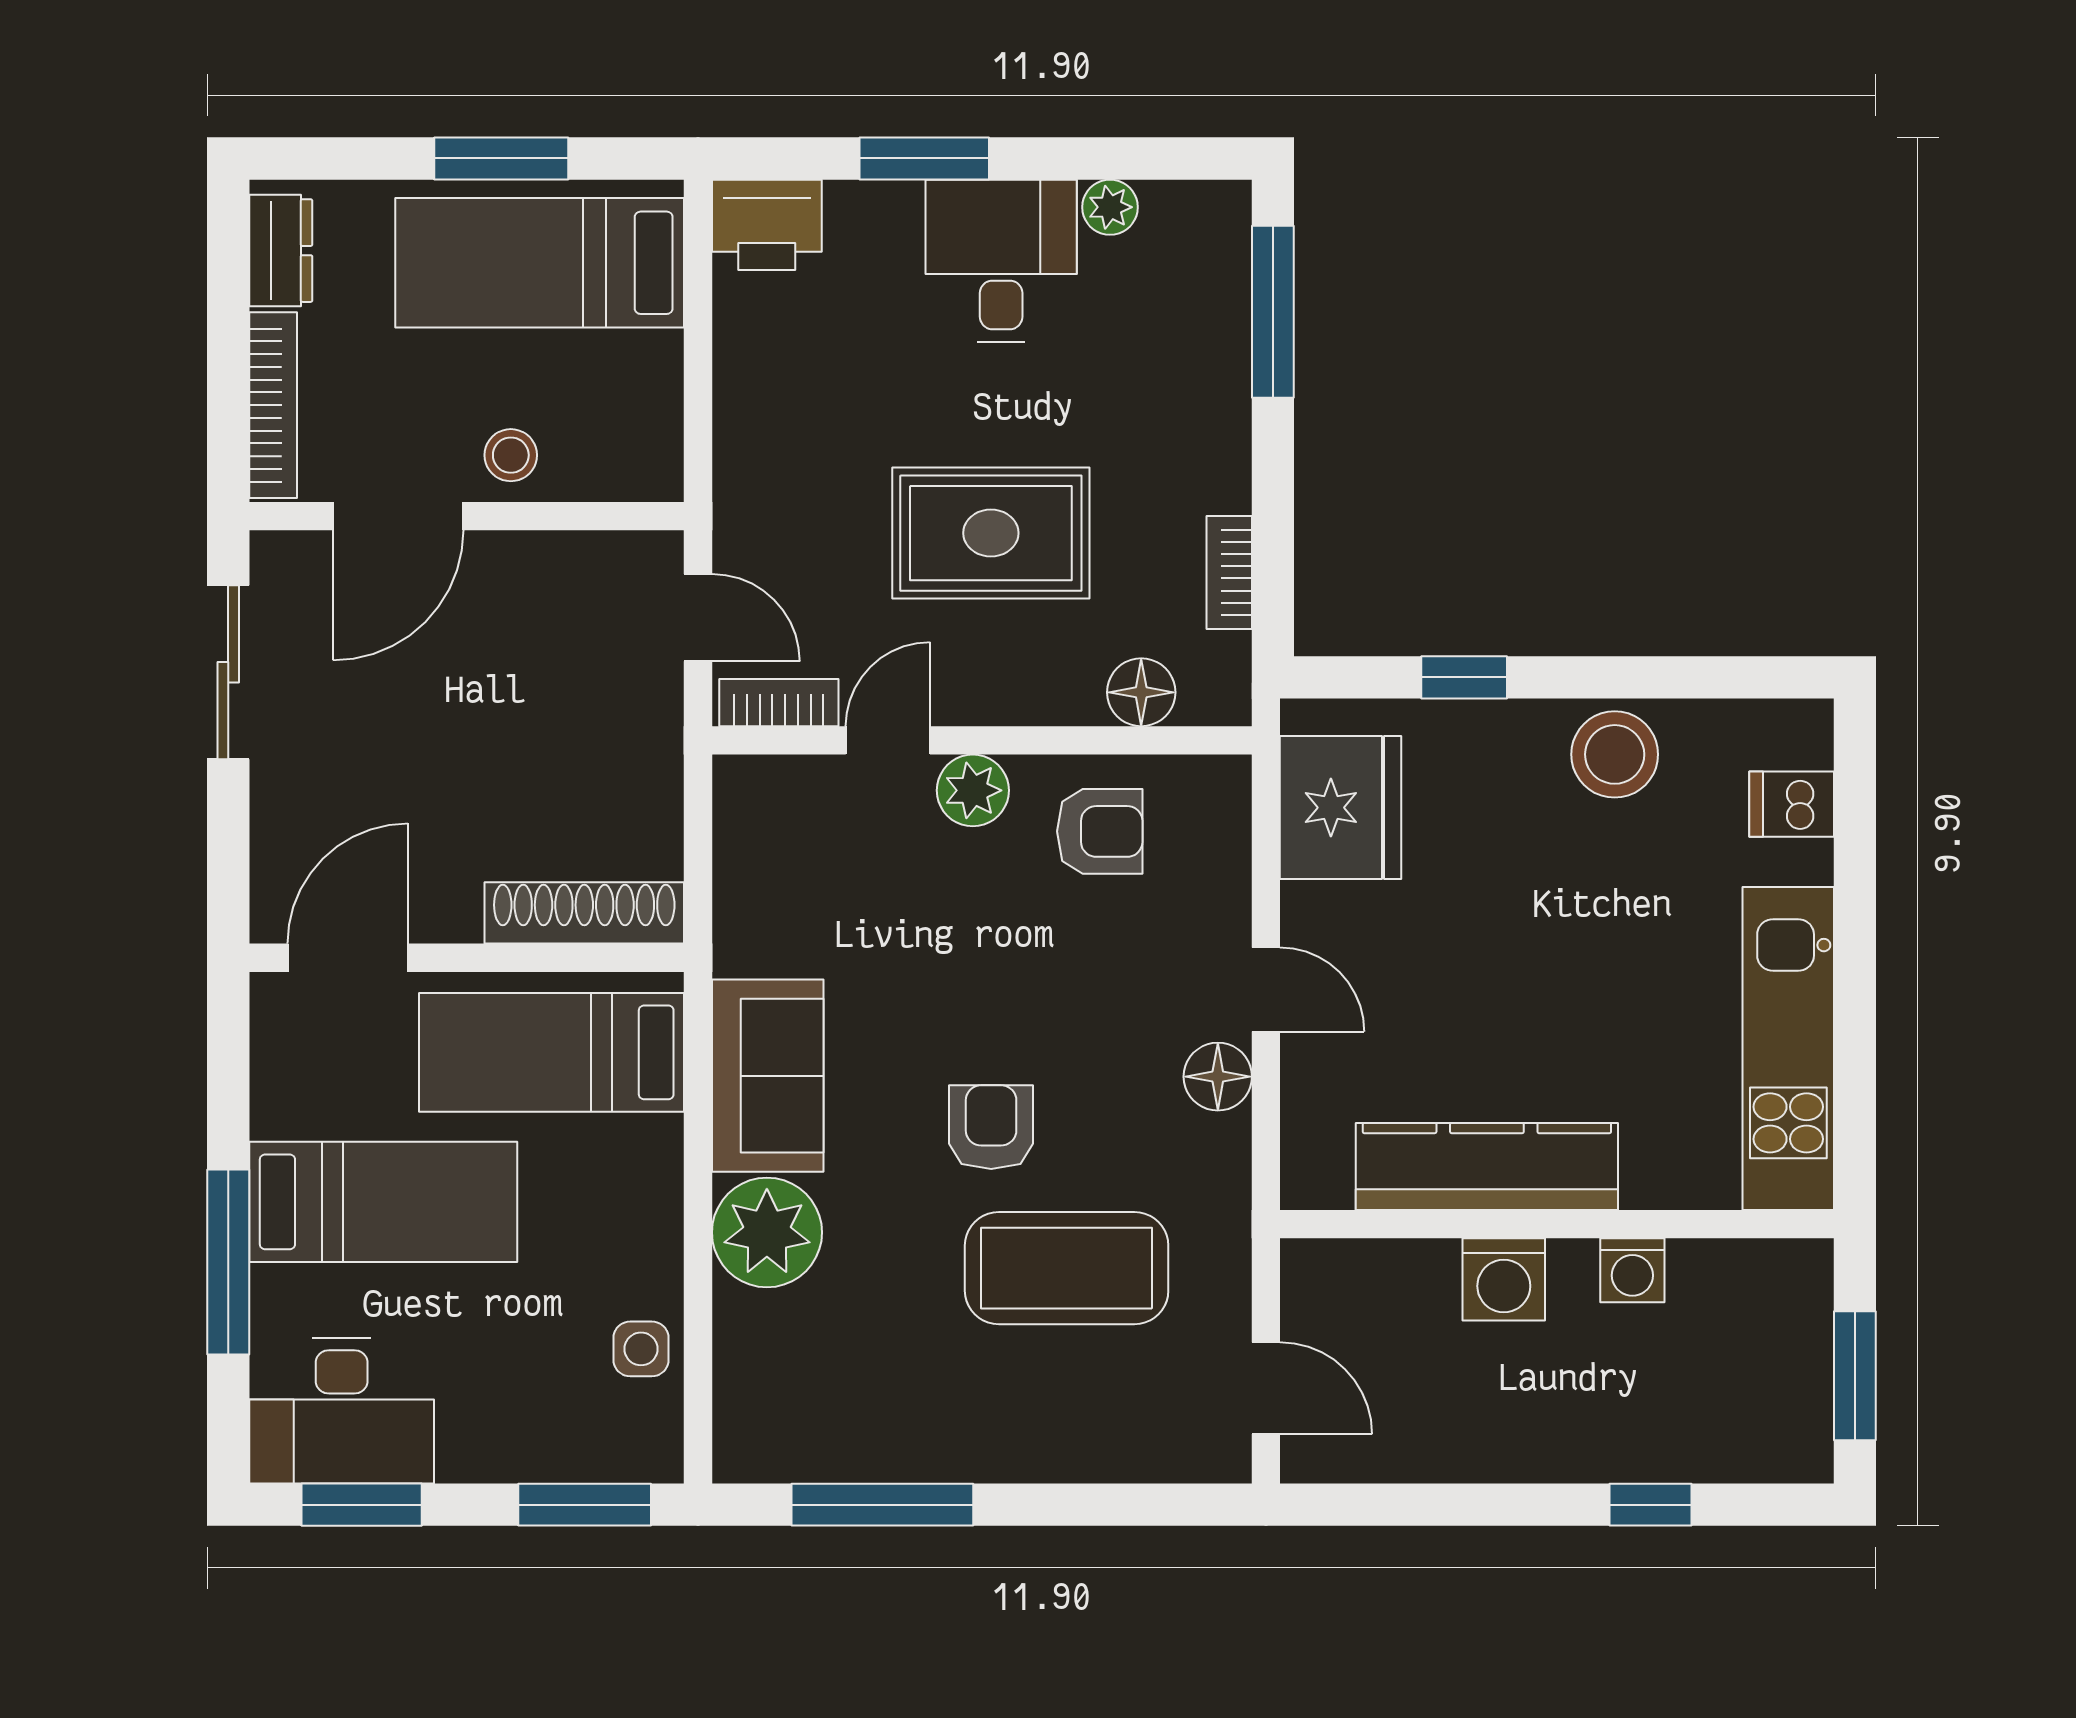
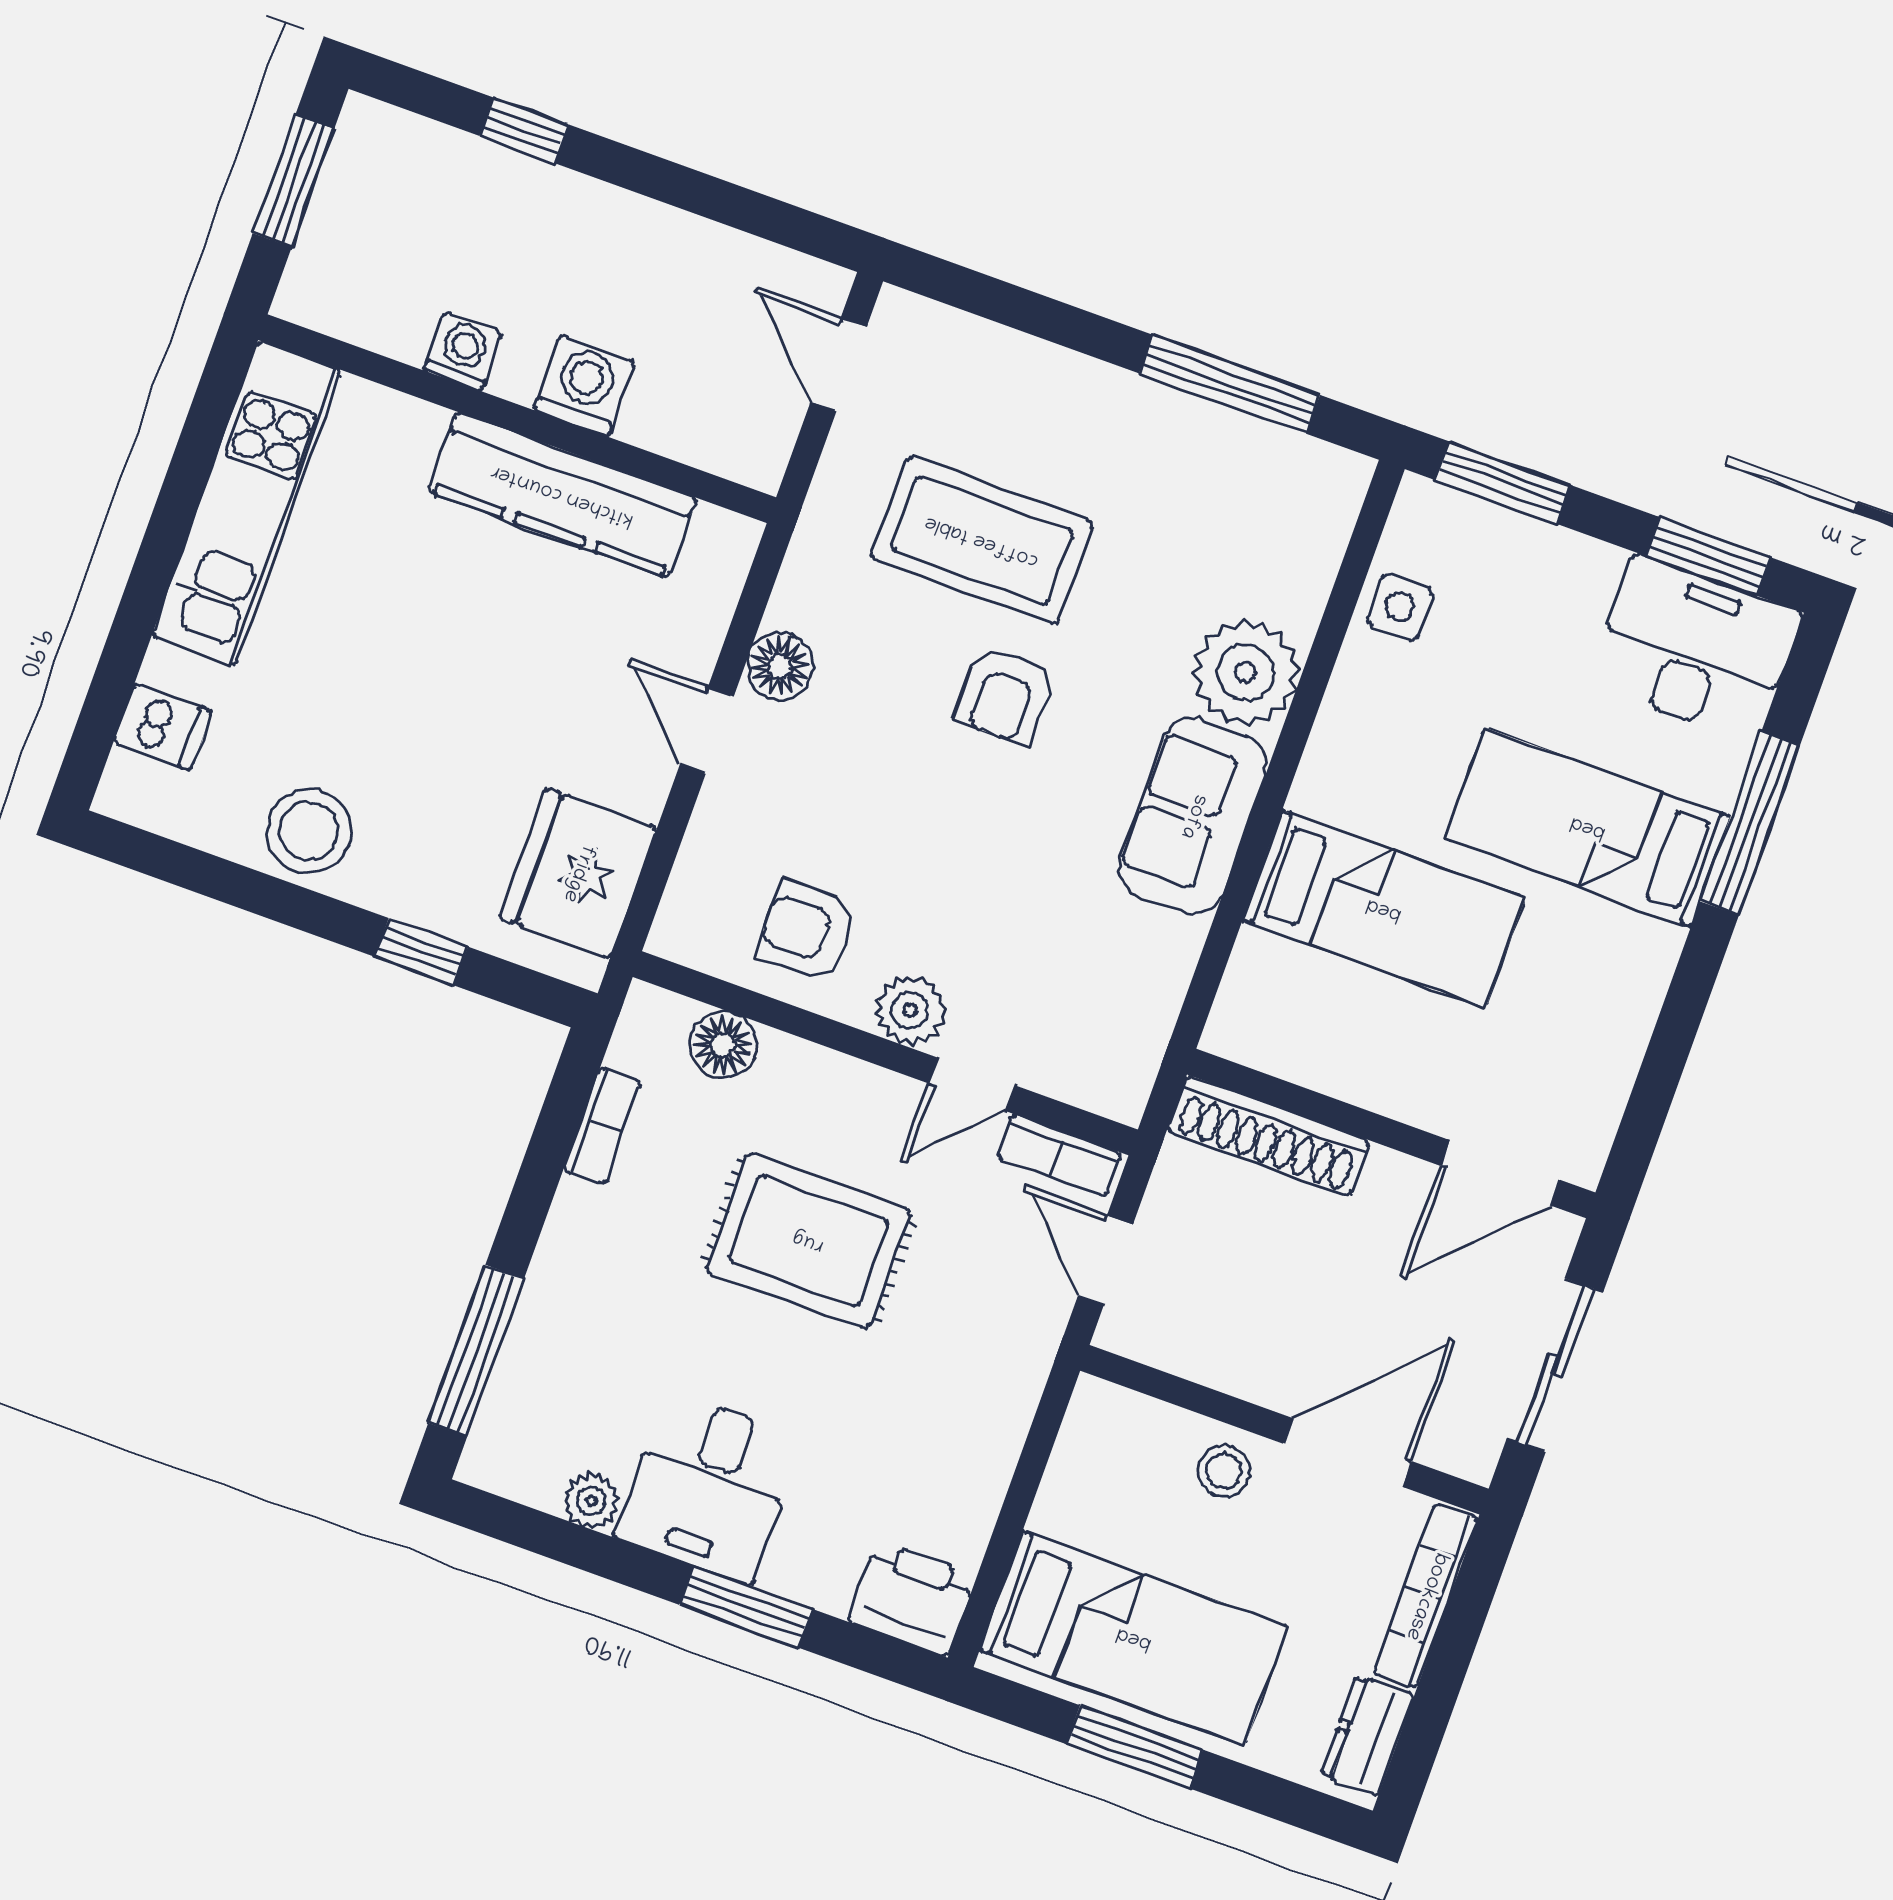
shoe rack: (584, 913) -> (1268, 1136), moved
door: (348, 958) -> (1500, 1173), moved
wall: (467, 958) -> (1391, 1133), moved

